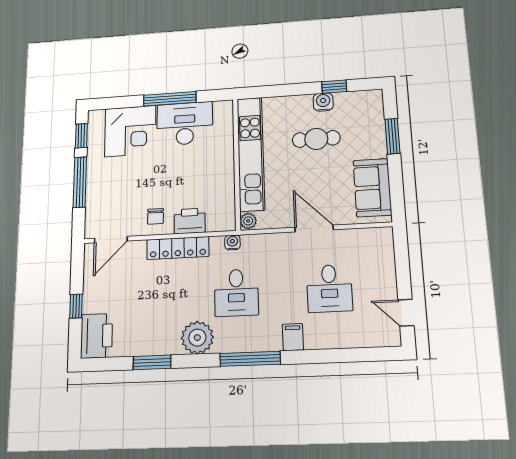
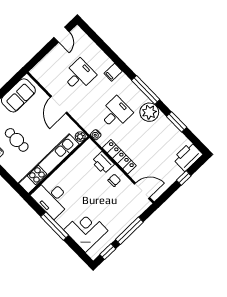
desk: (185, 124) -> (52, 198), moved
window: (250, 359) -> (146, 90), moved

